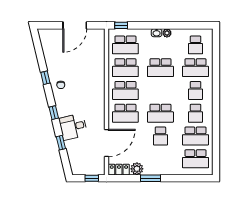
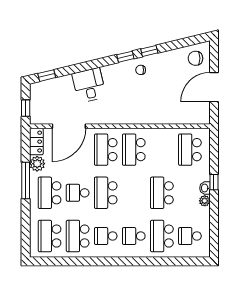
door: (75, 25) -> (214, 87), hinge flipped
window: (121, 25) -> (214, 182), moved
chair: (51, 40) -> (195, 58), added
school desk: (125, 68) -> (50, 193), moved
window: (54, 113) -> (125, 57), moved
window: (61, 143) -> (47, 76), moved
door: (106, 143) -> (69, 126), hinge flipped
window: (150, 178) -> (26, 181), width x1.44

